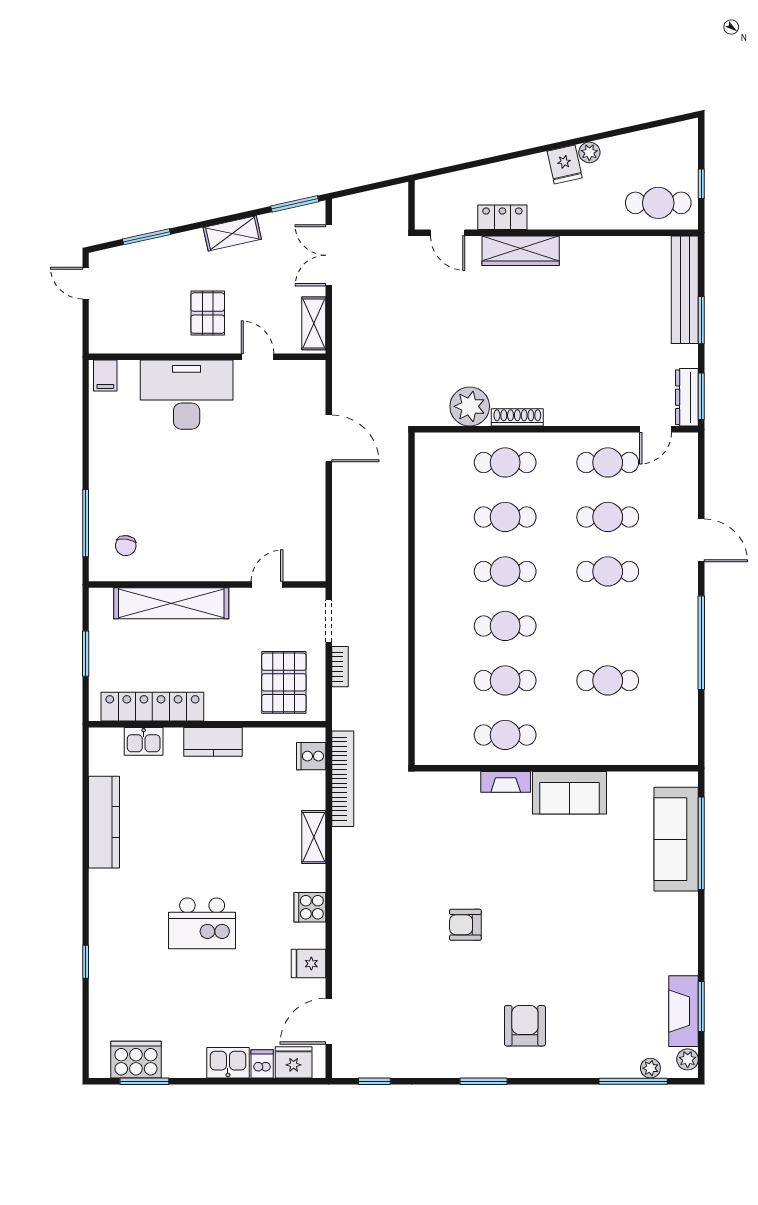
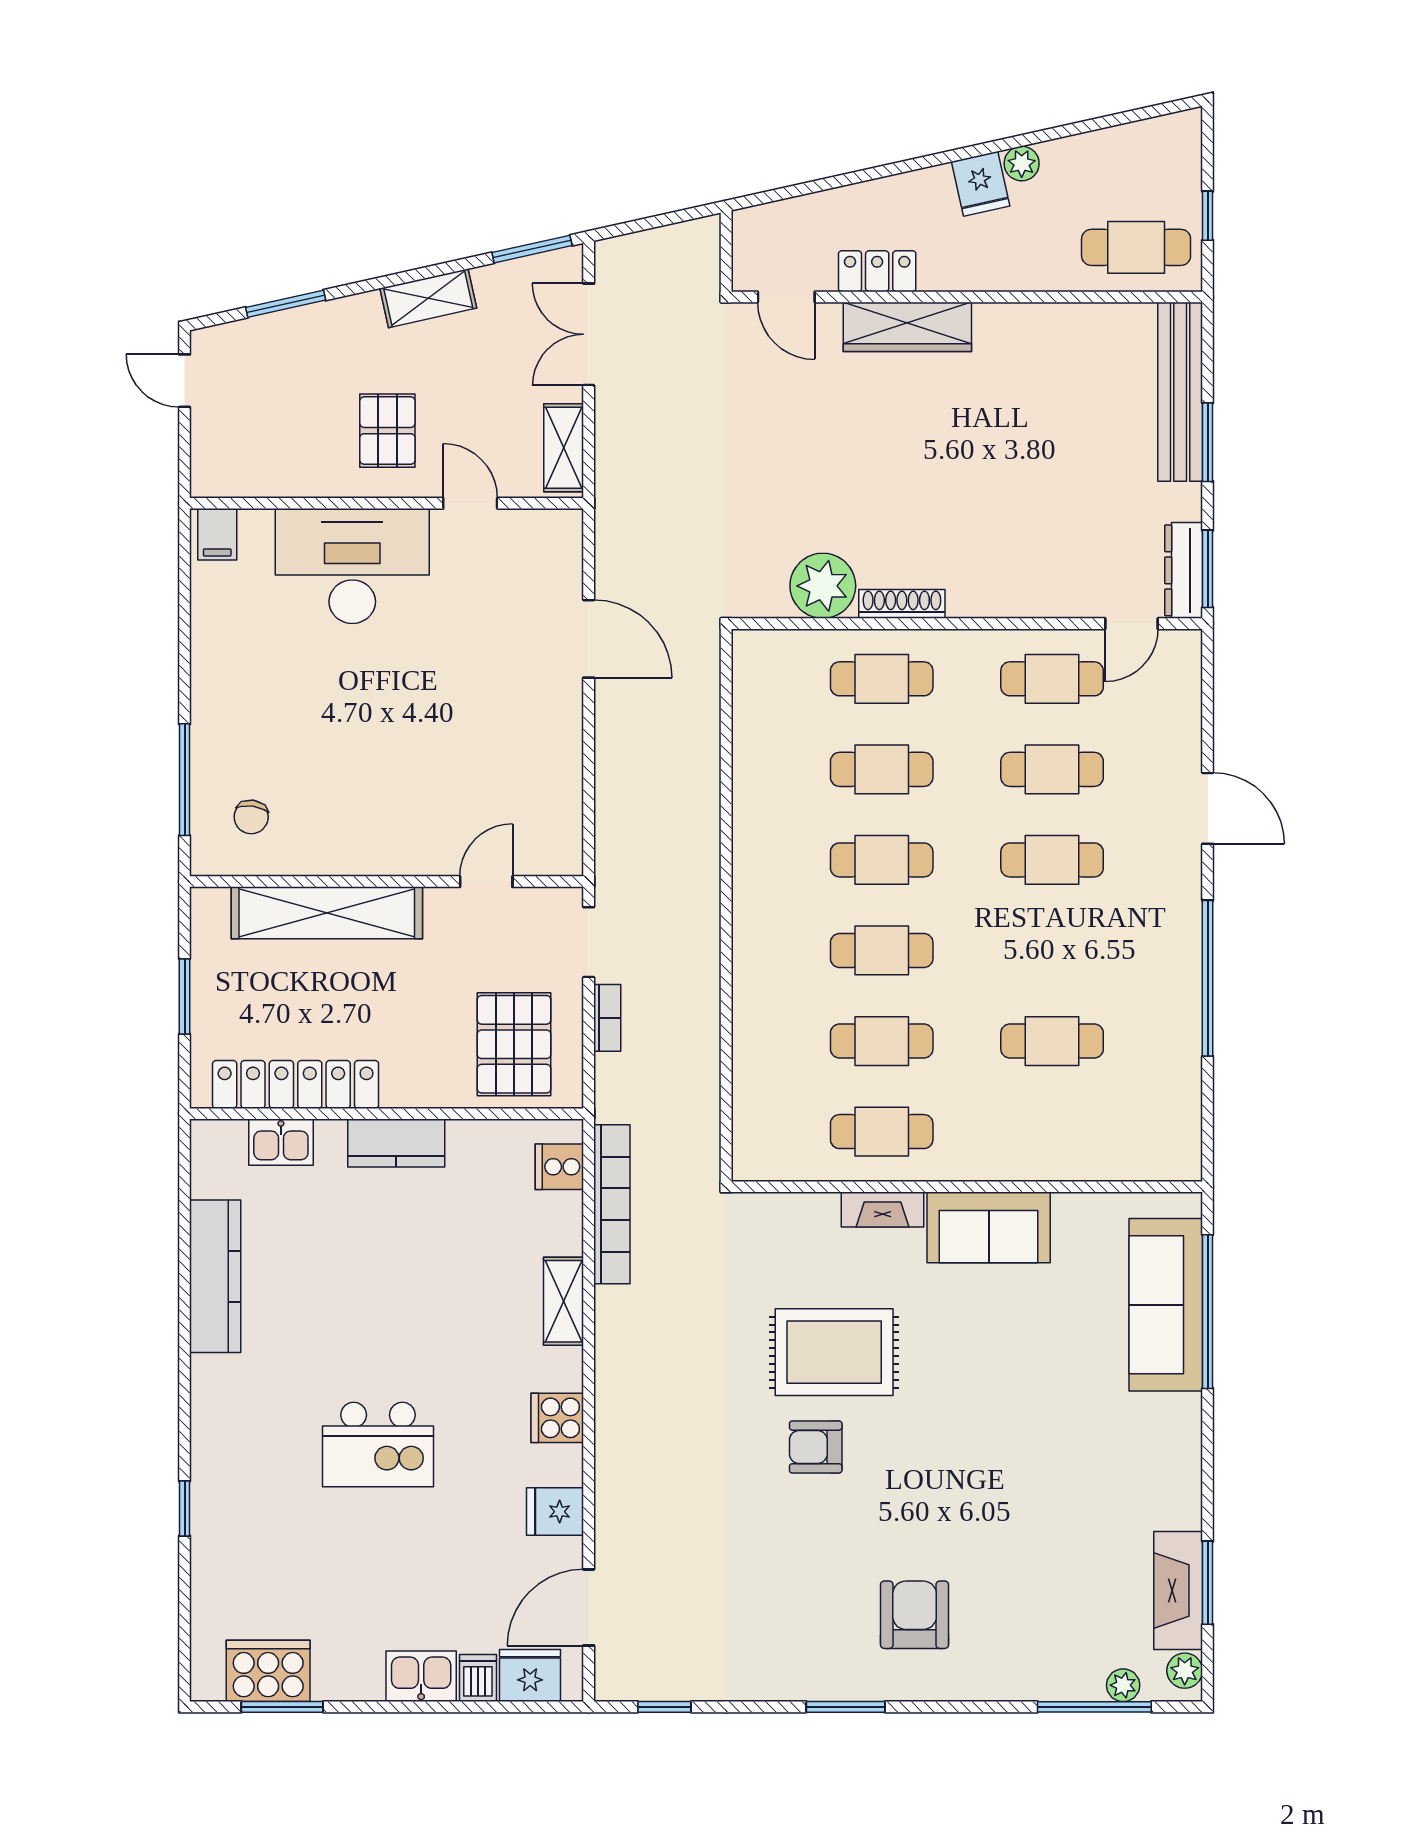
rug: (477, 868) -> (834, 1352), added

